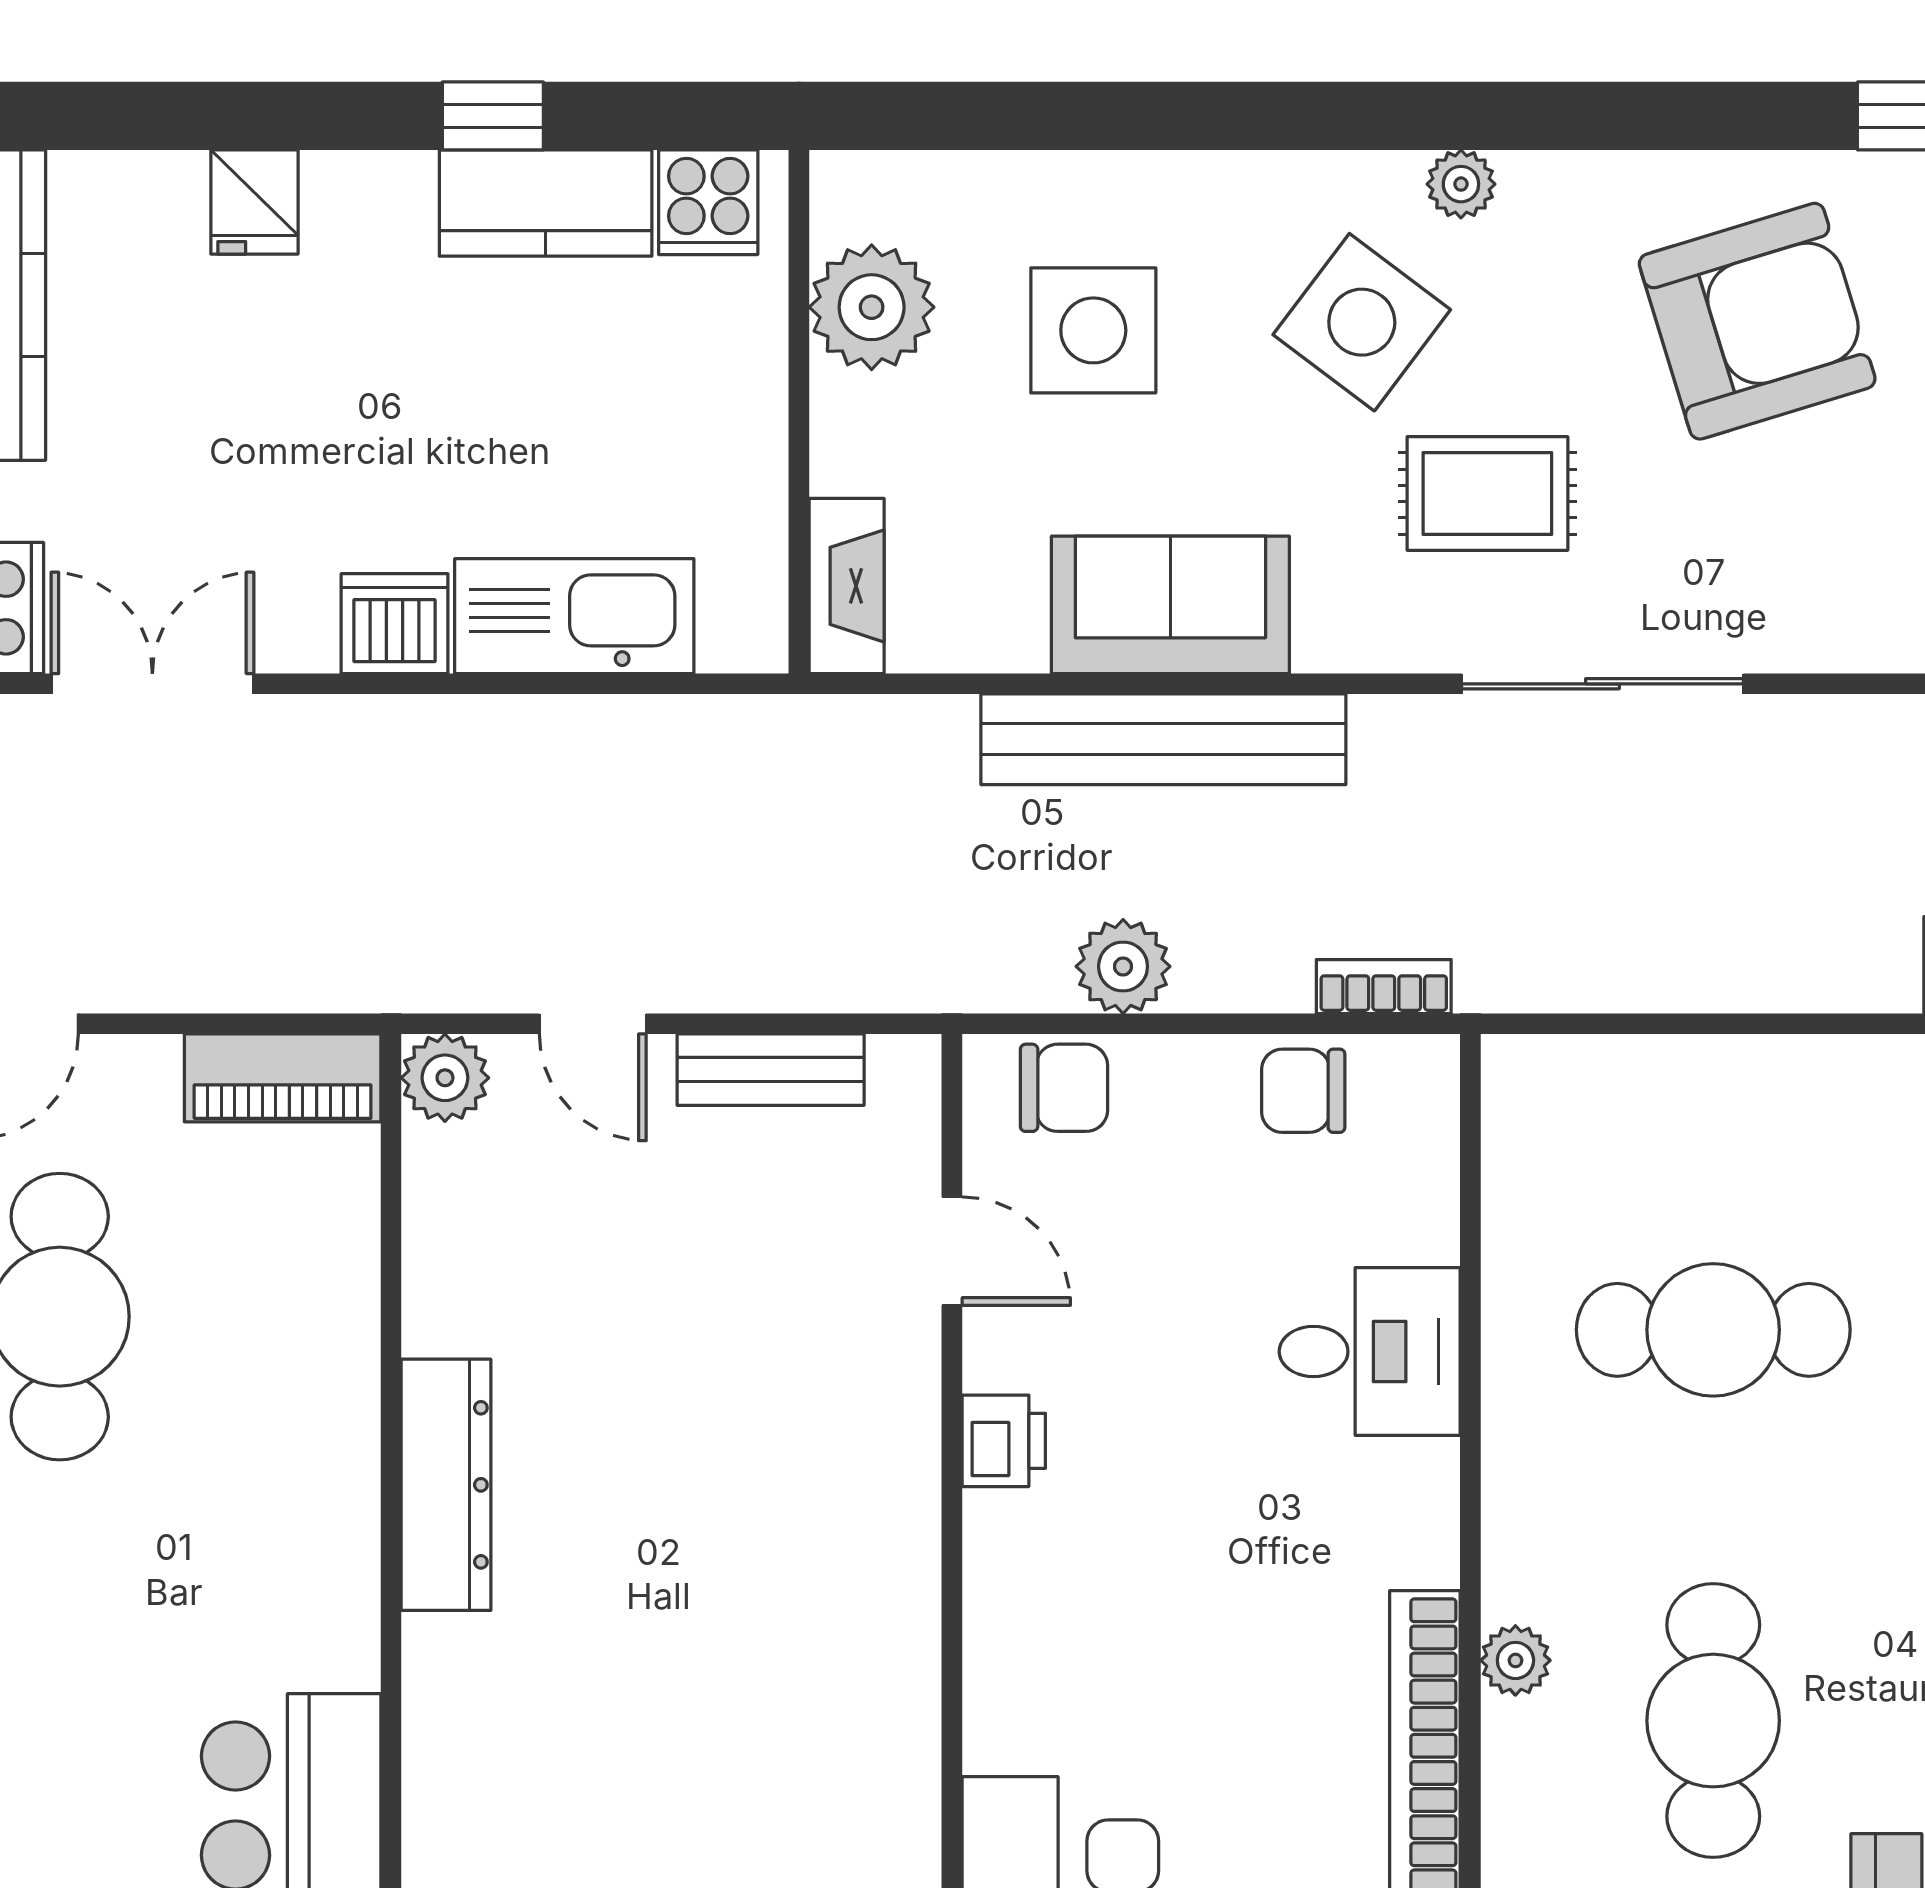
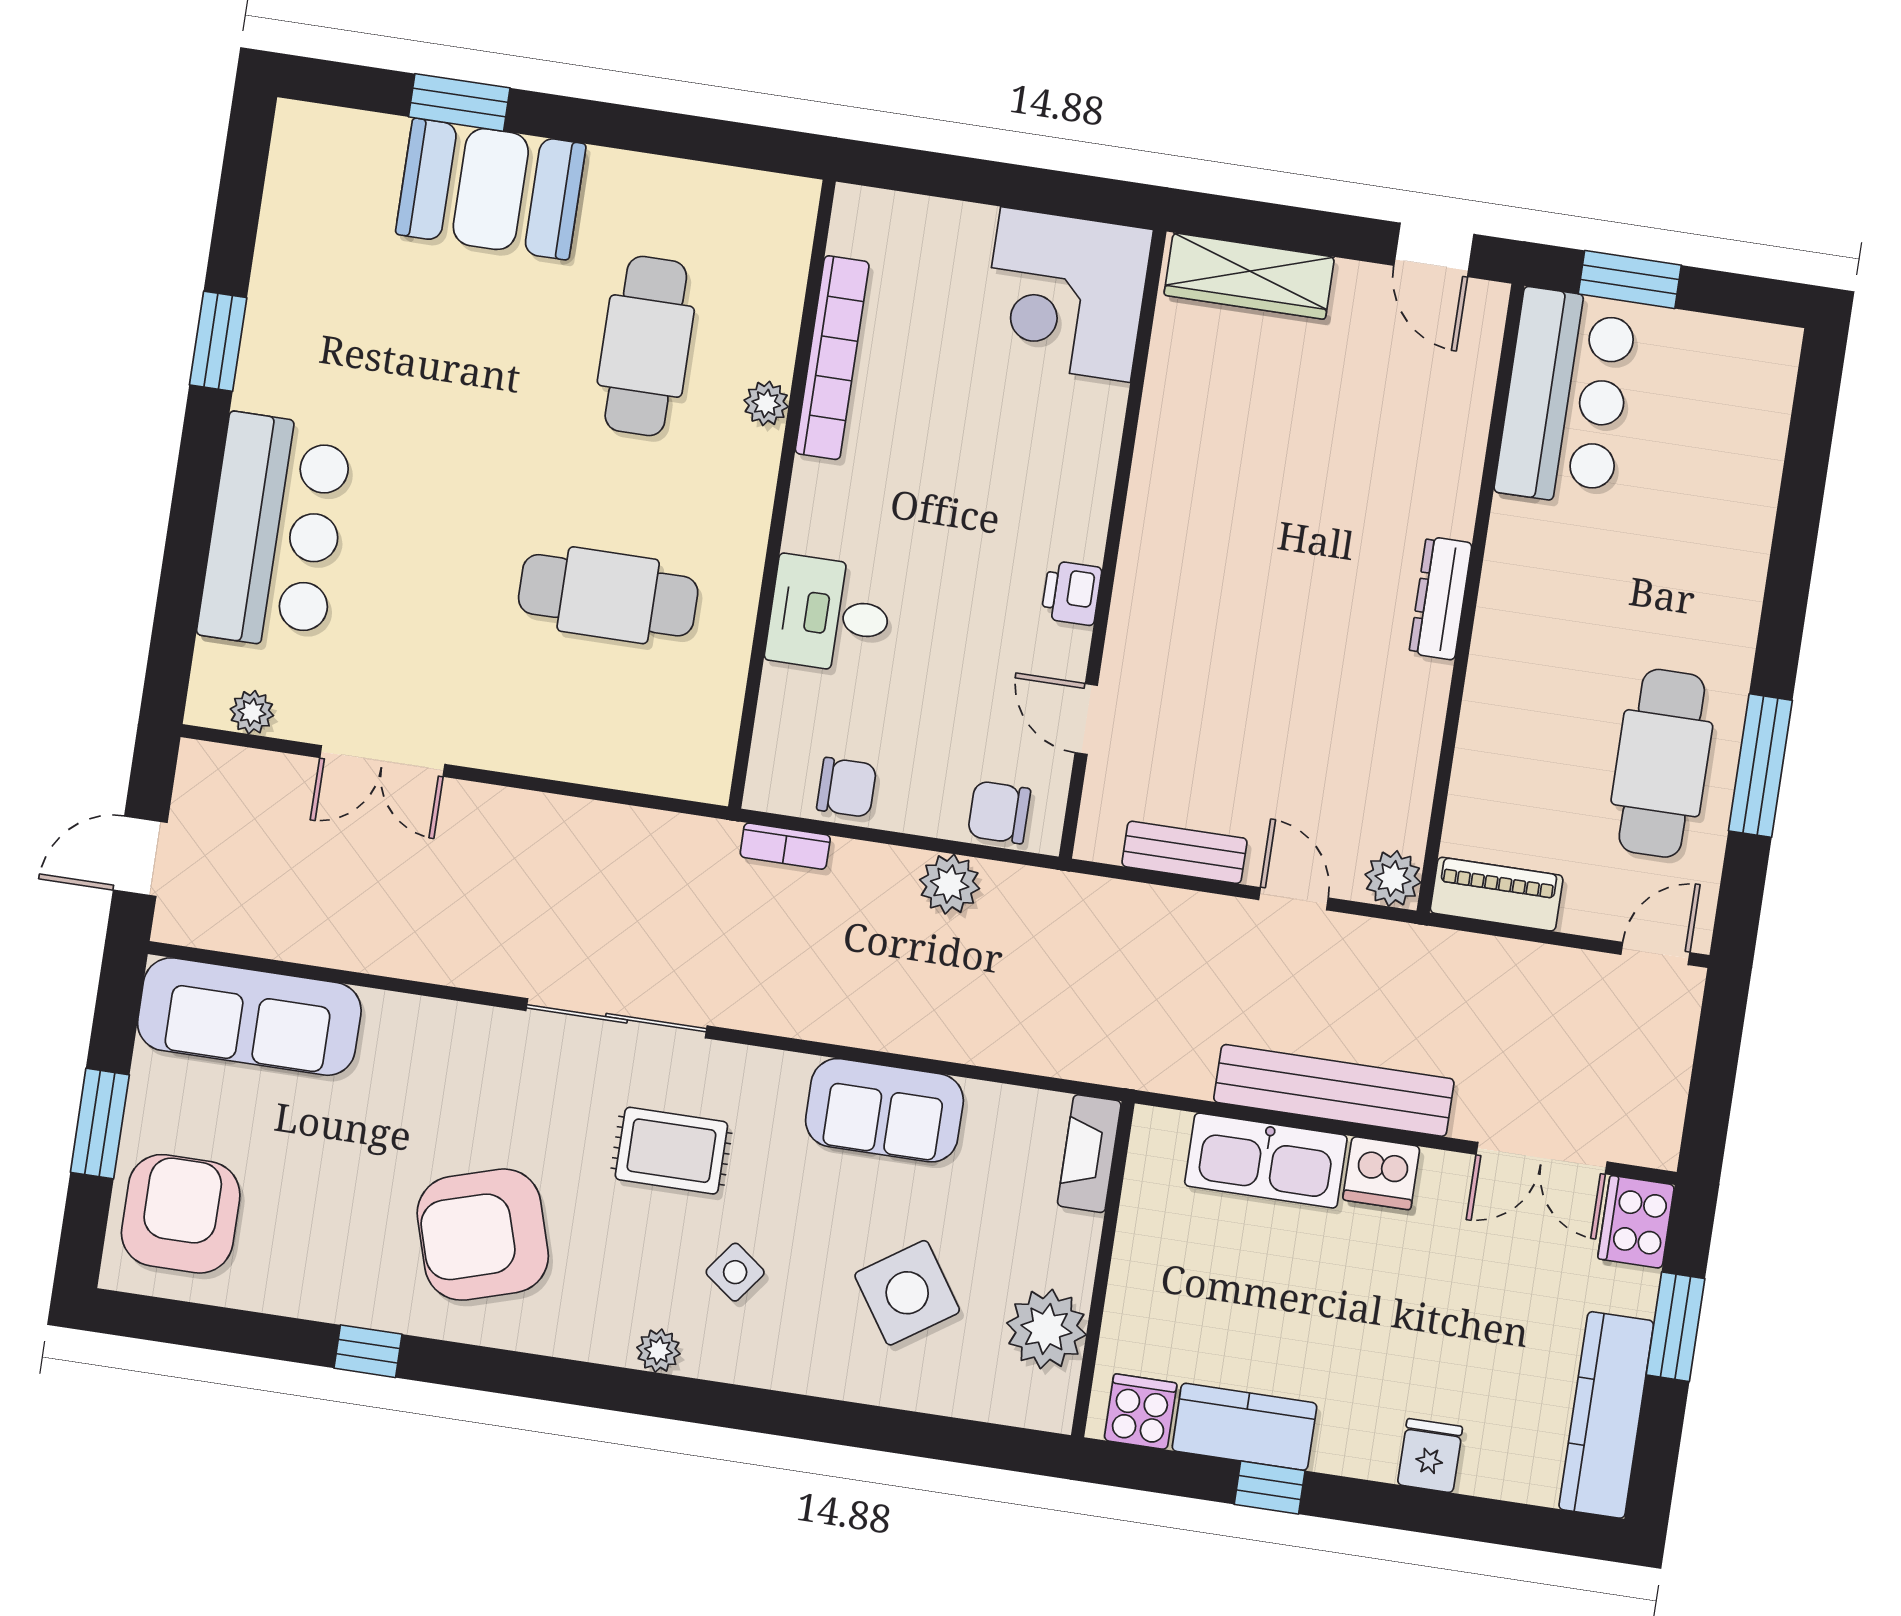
side table: (1362, 322) -> (735, 1272), width x0.54, depth x0.54
side table: (1093, 330) -> (907, 1293), turned -34
bench: (1163, 739) -> (1334, 1090), moved
dresser: (446, 1485) -> (1440, 598), width x0.73, depth x0.80

